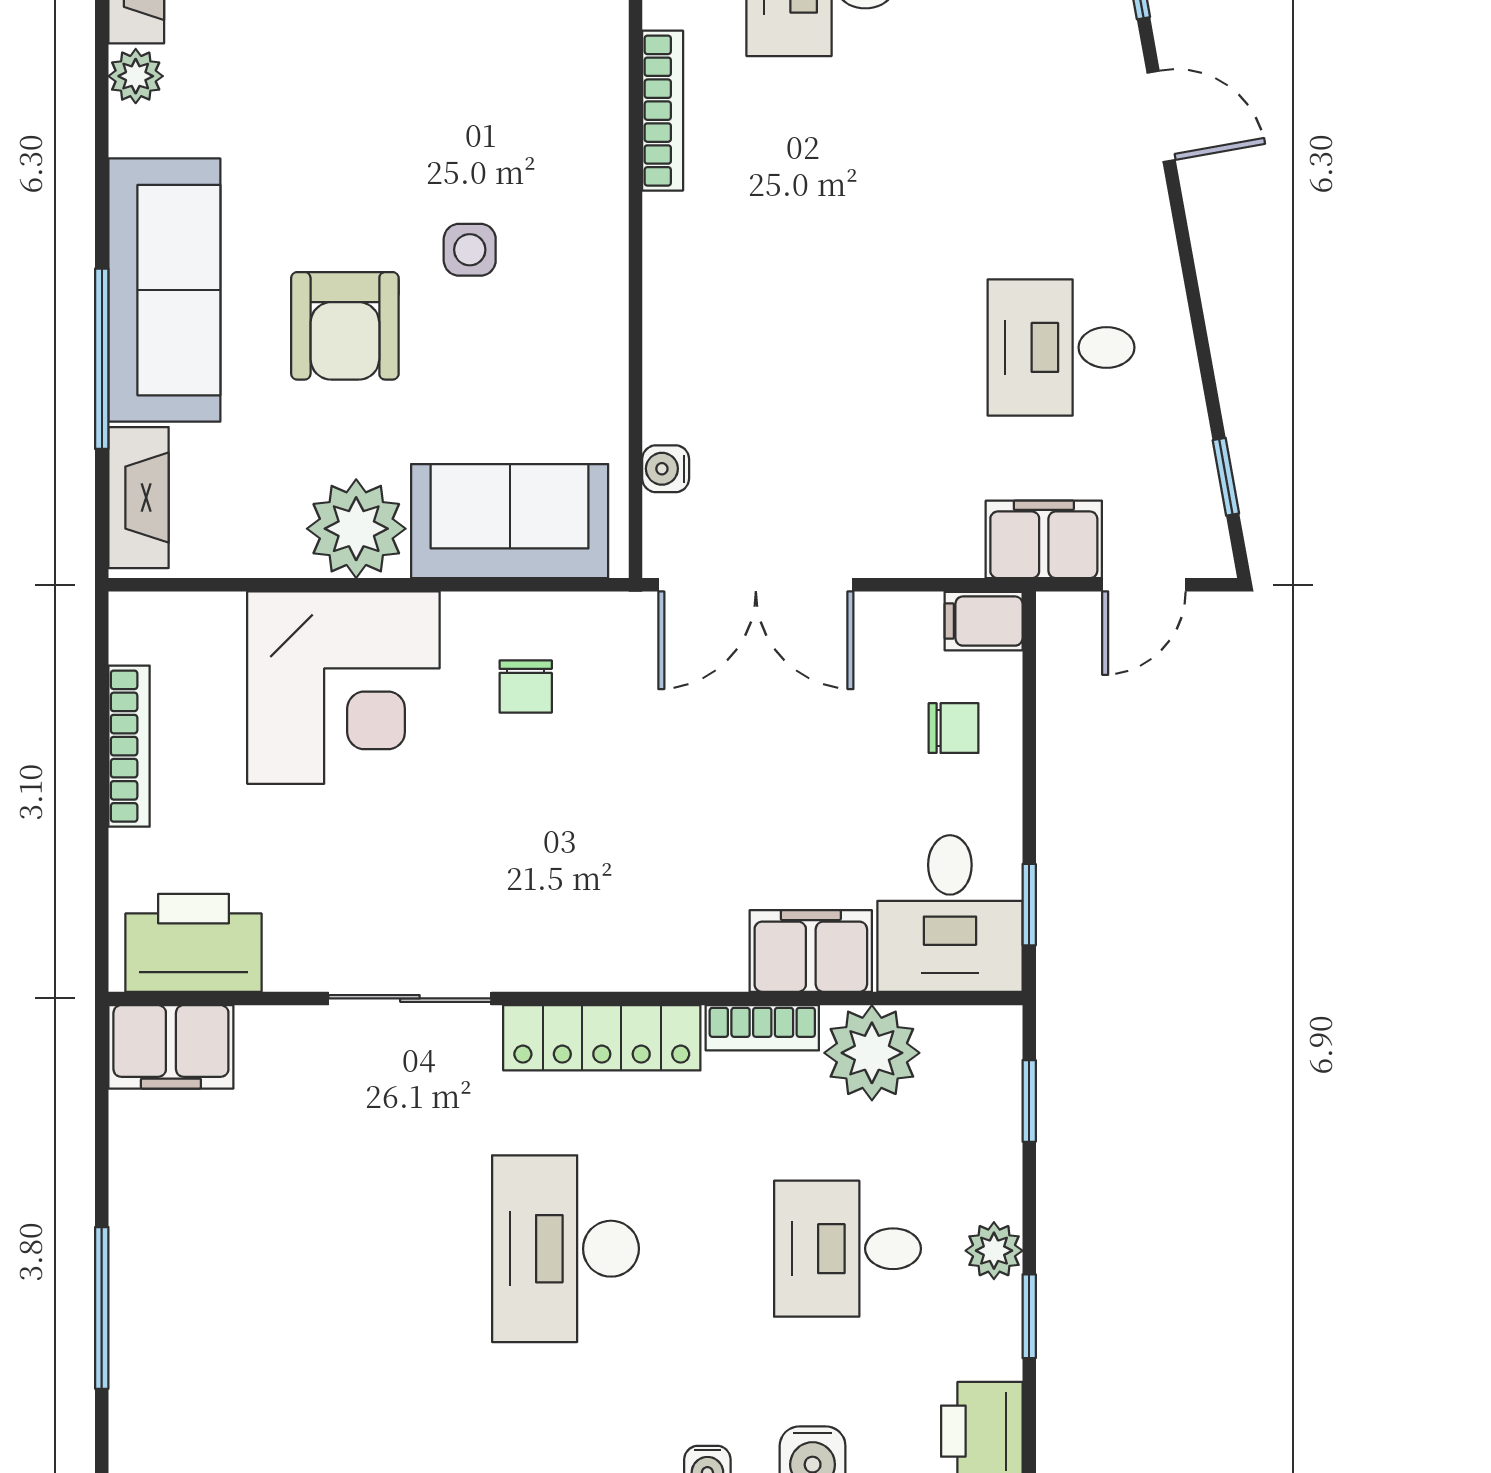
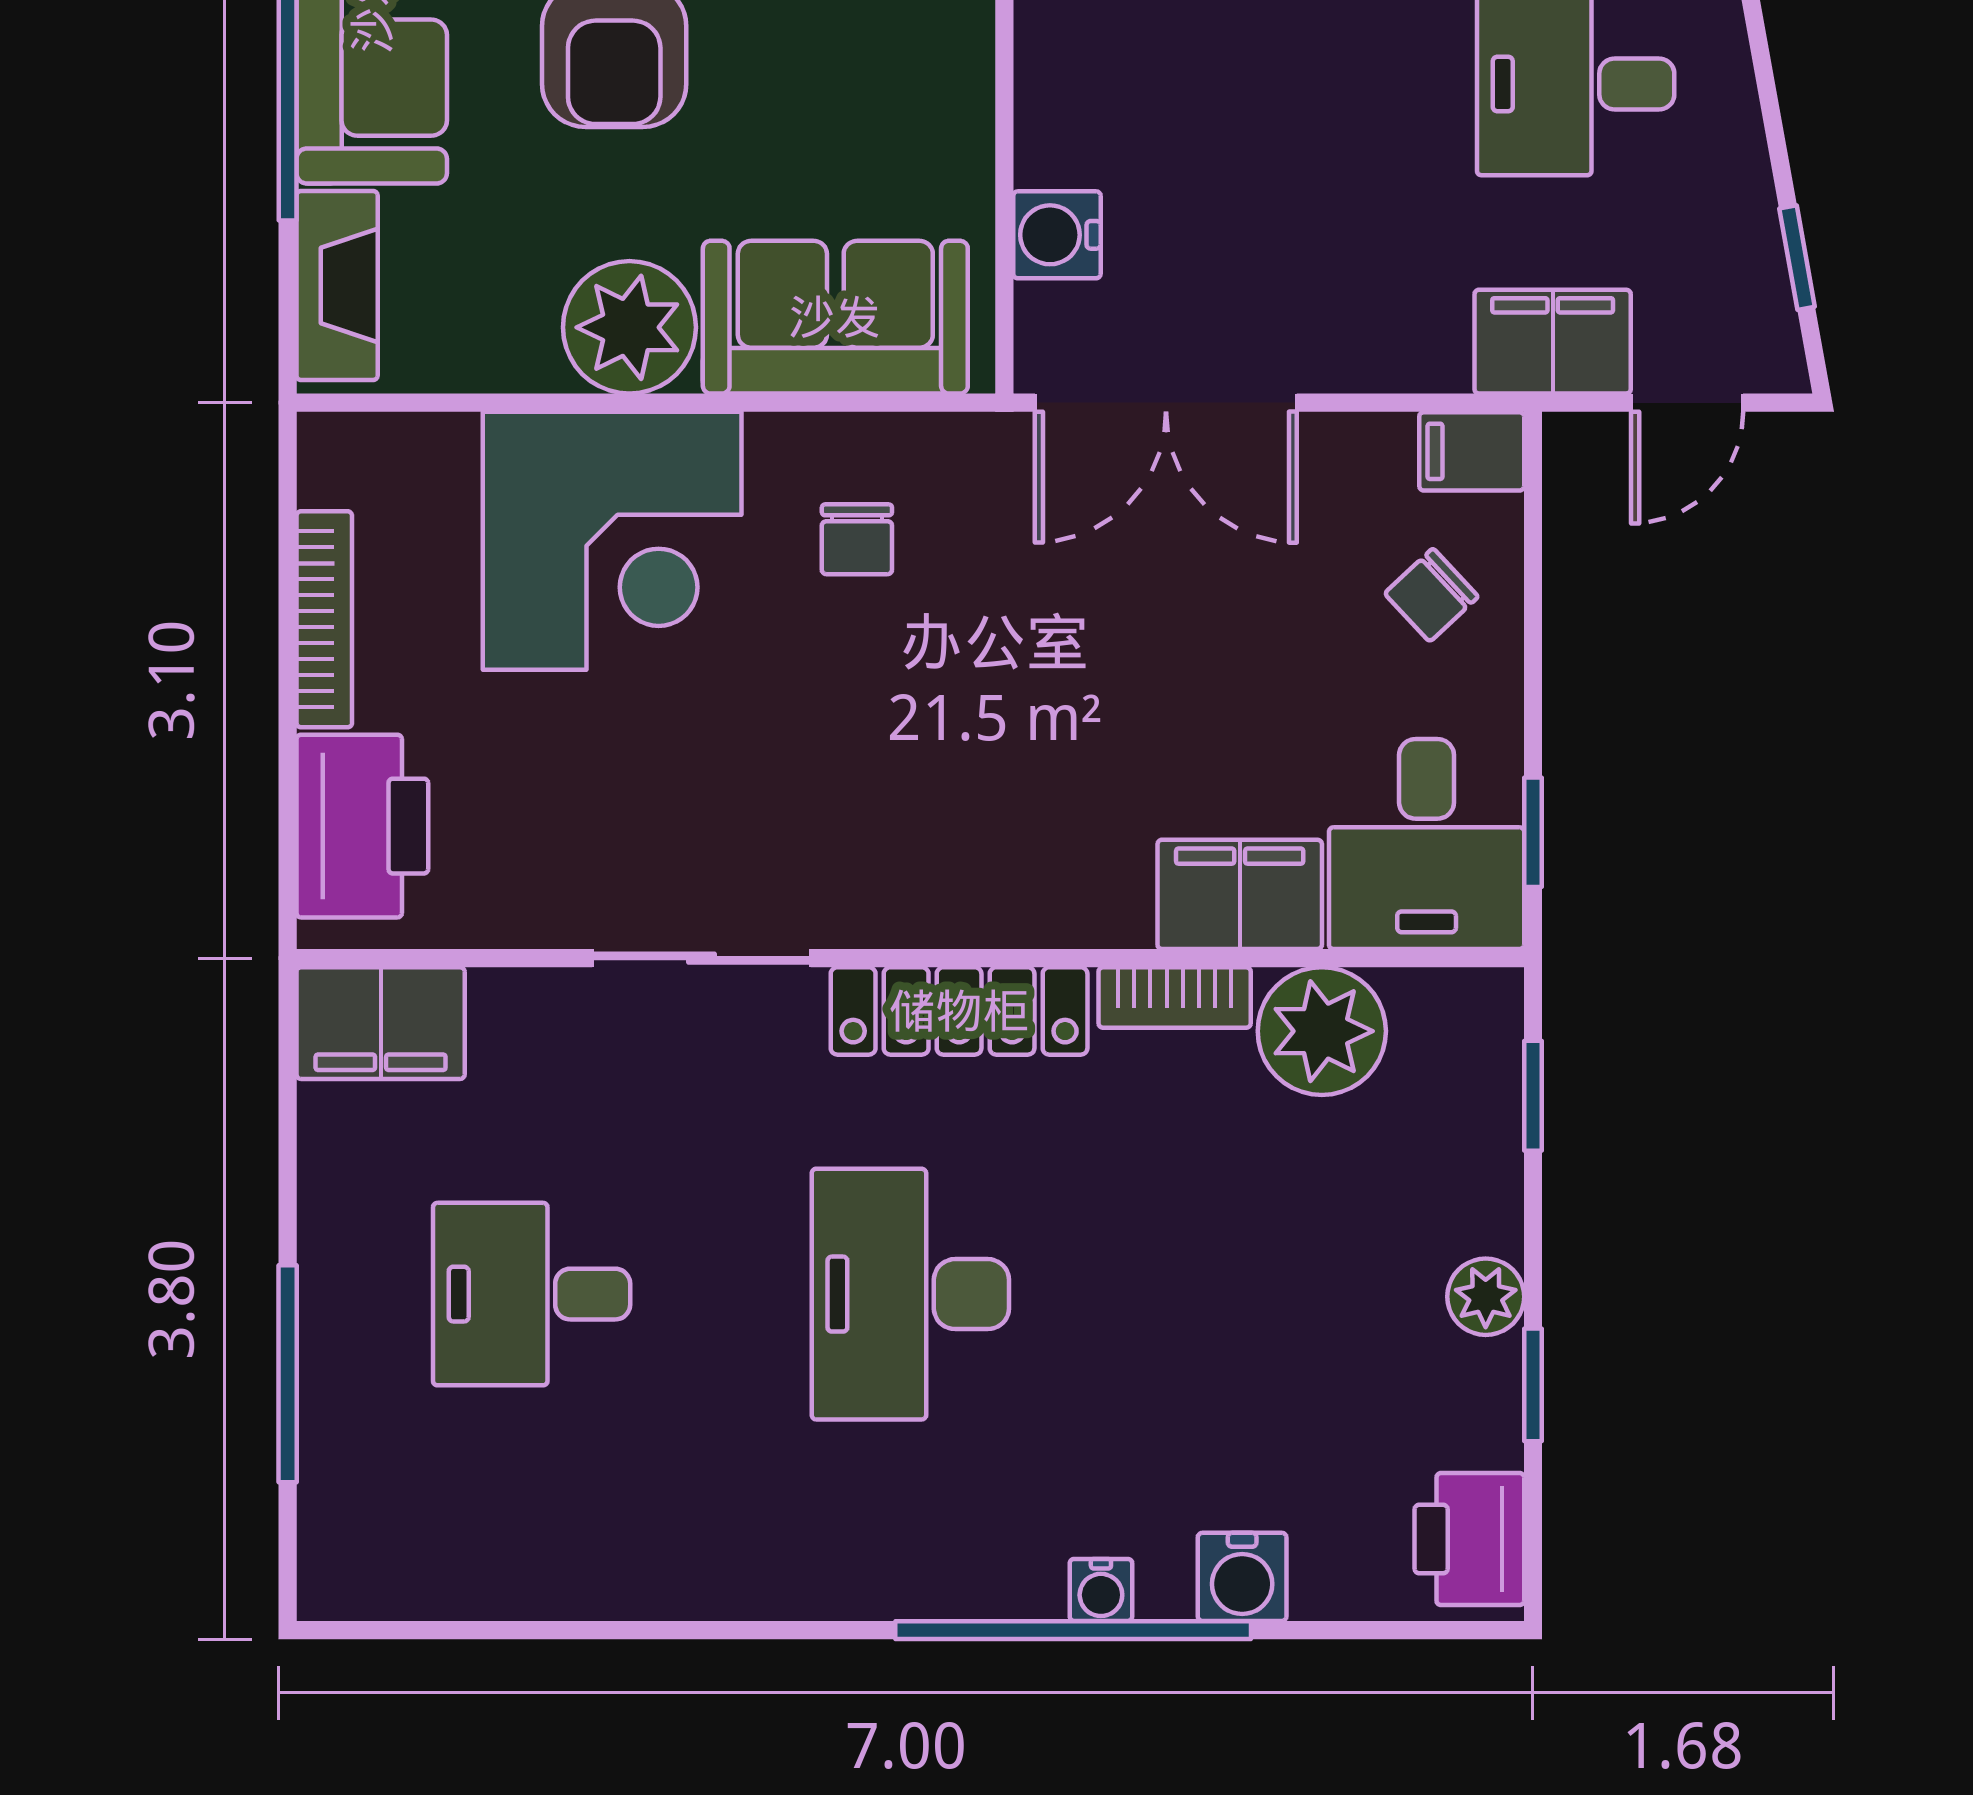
water cooler: (666, 469) -> (1057, 235), width x1.38, depth x1.38
chair: (954, 728) -> (1431, 595), turned 137
printer: (194, 943) -> (362, 826), moved, turned 90
desk: (848, 1249) -> (532, 1294), moved

